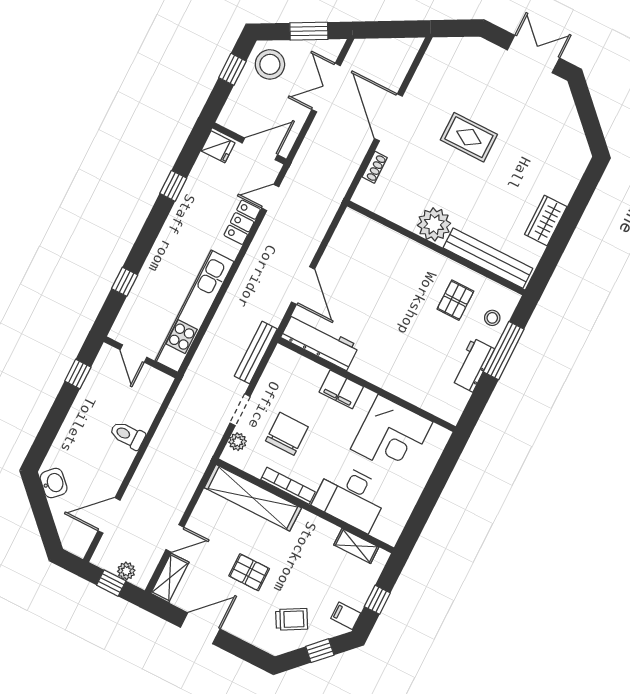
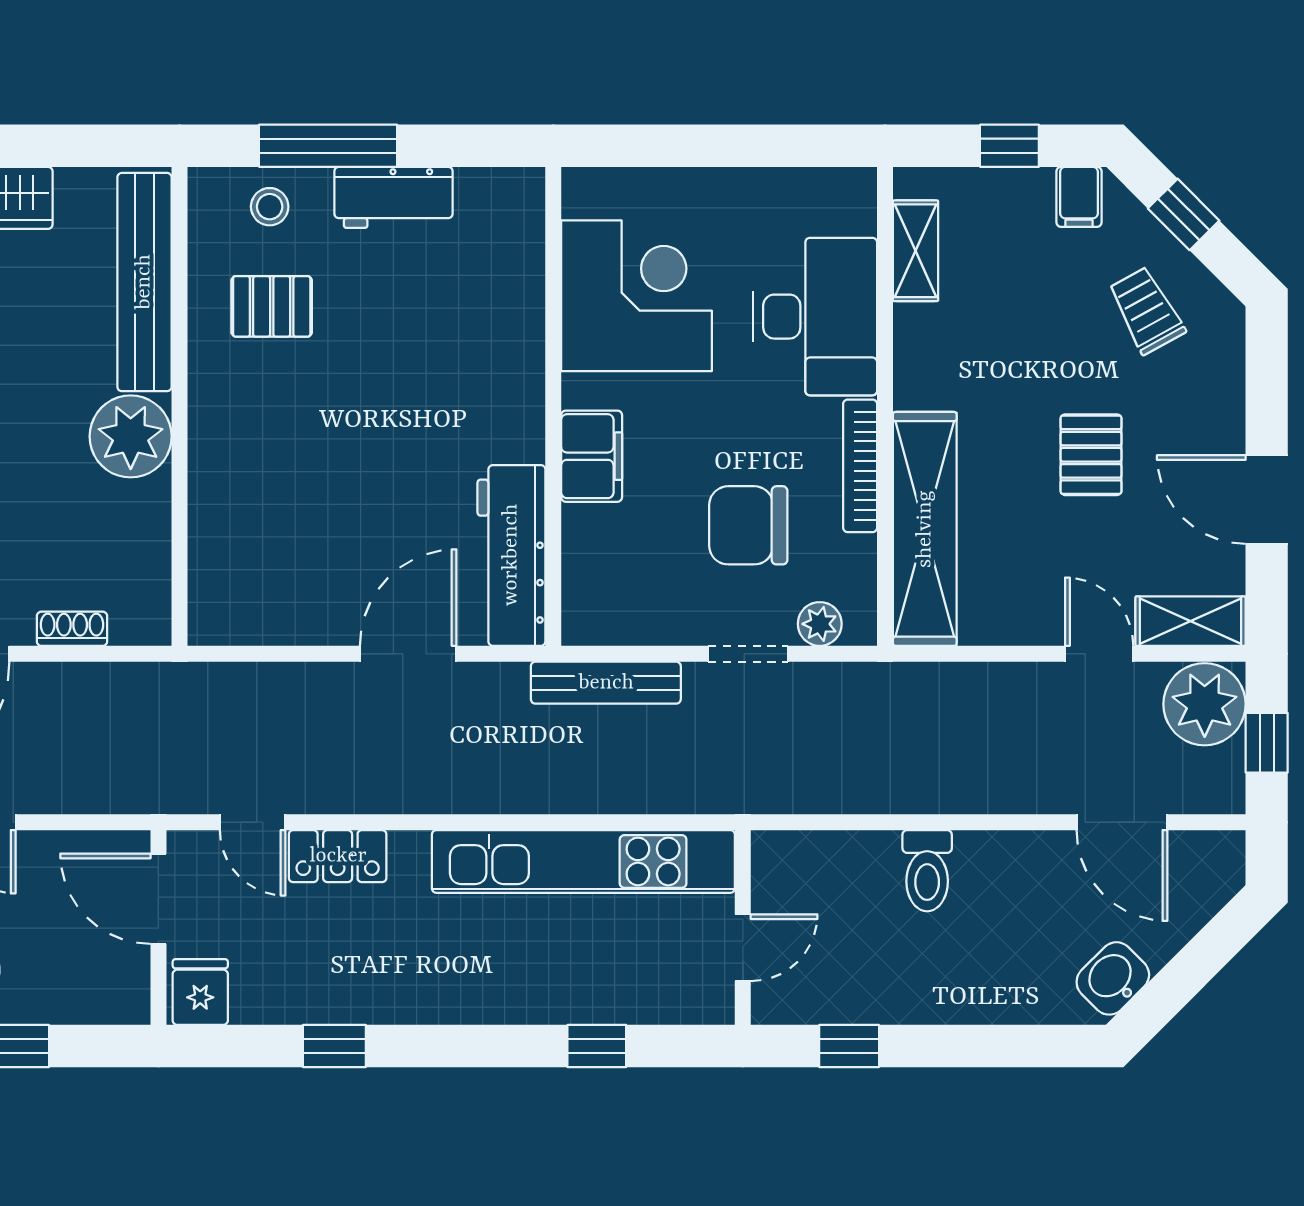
plant: (126, 571) -> (1205, 704), width x1.88, depth x1.88

